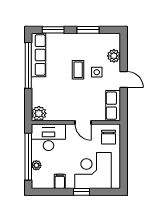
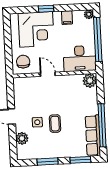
row of seats: (113, 106) -> (20, 91), removed
plant: (36, 165) -> (89, 14), moved

